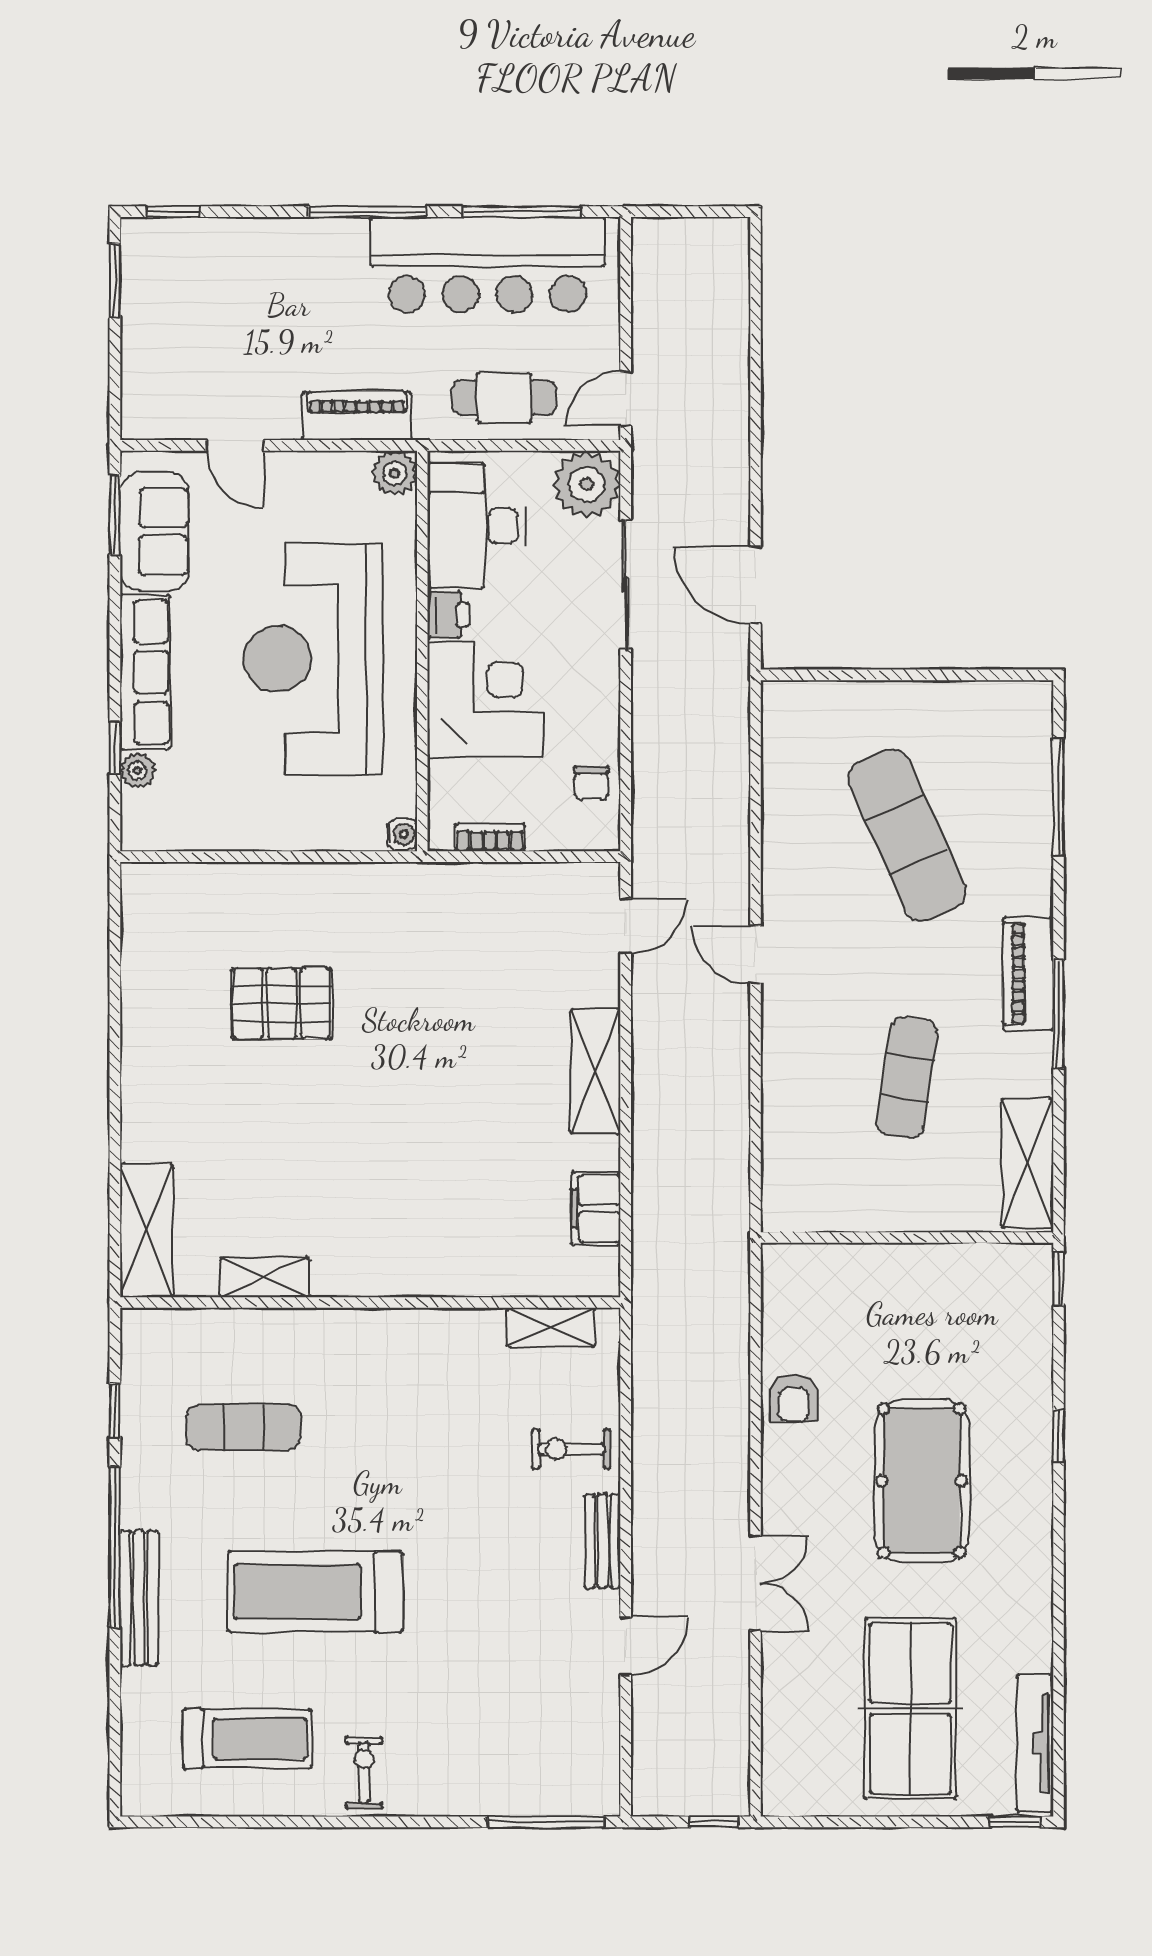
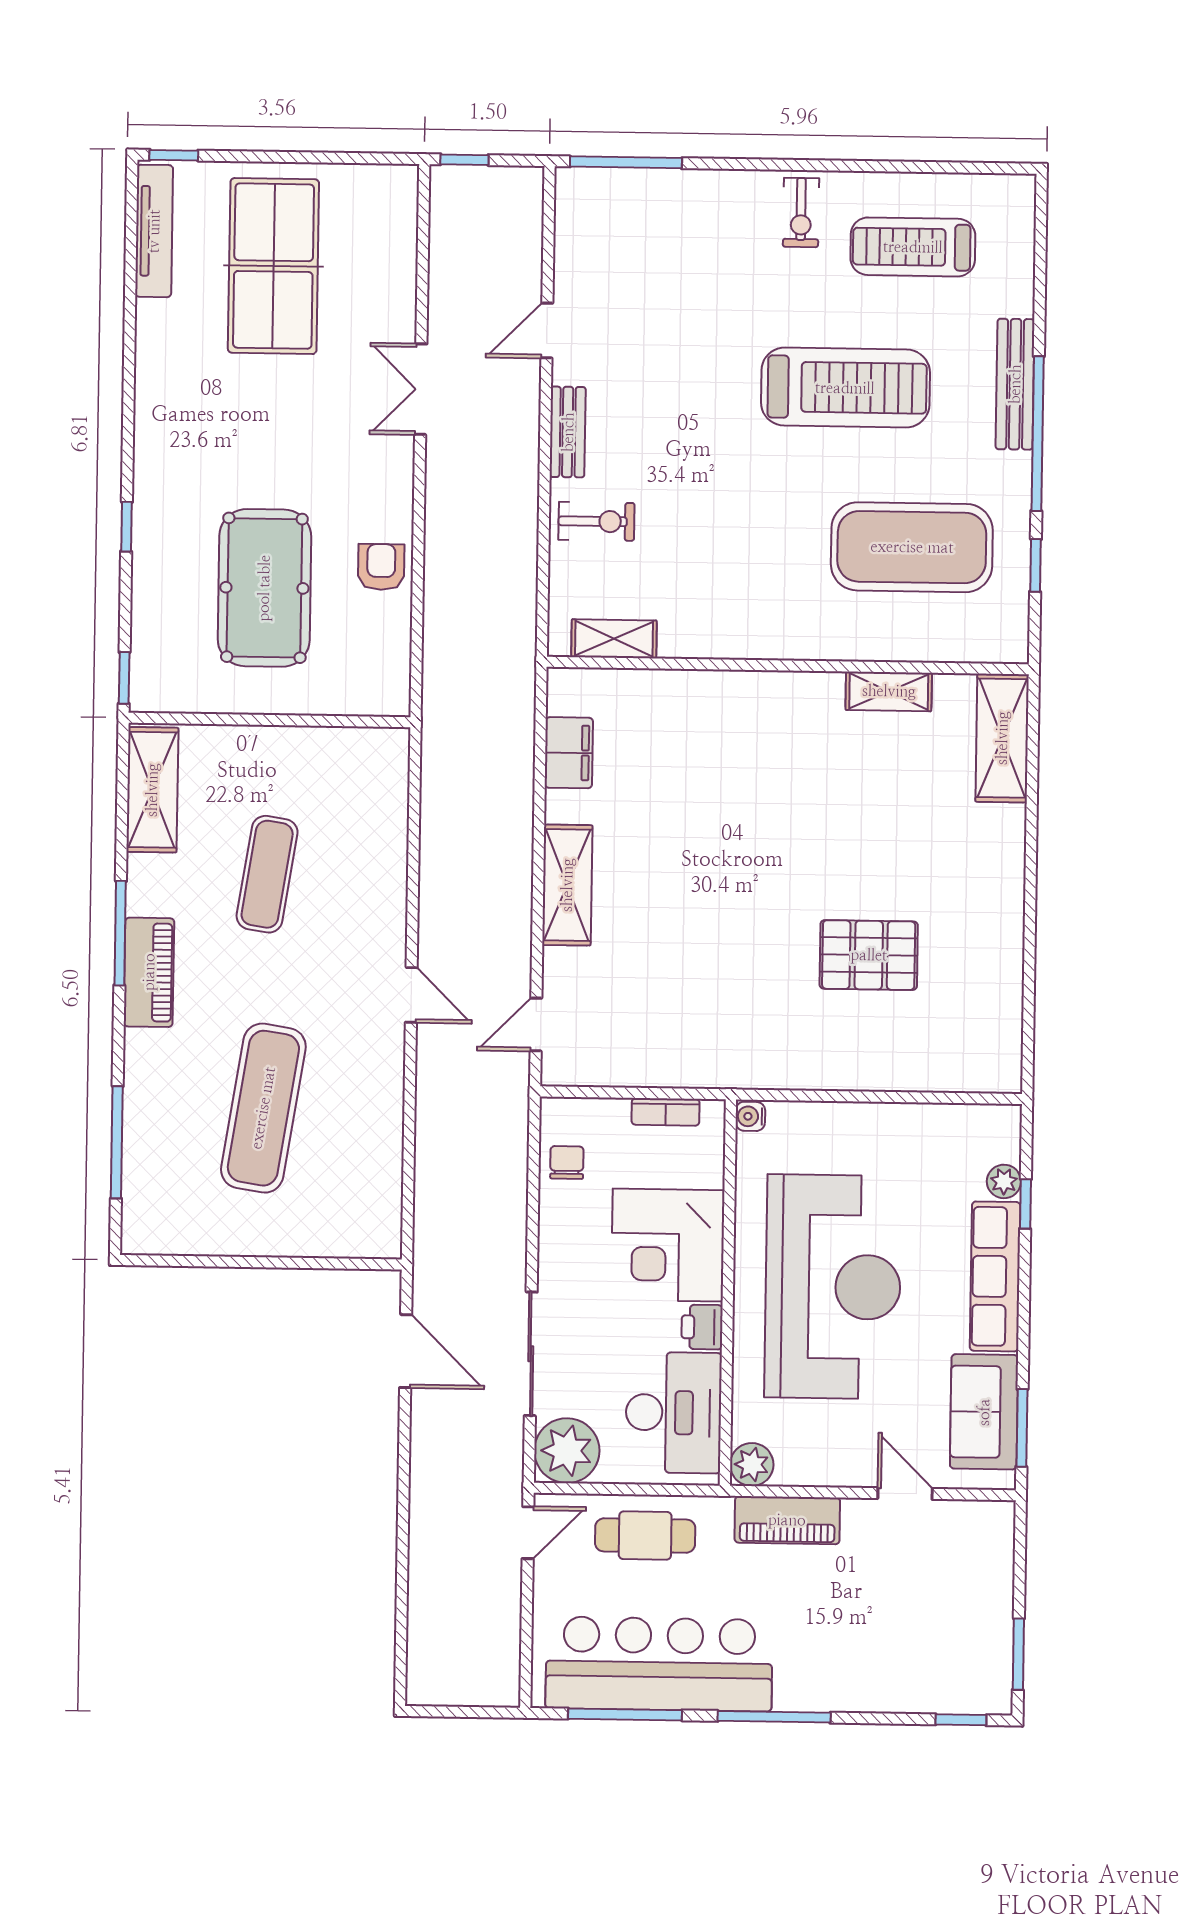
exercise mat: (907, 835) -> (263, 1108), turned 33
exercise mat: (244, 1427) -> (912, 547), width x2.00, depth x1.45
pool table: (922, 1481) -> (264, 588), moved

